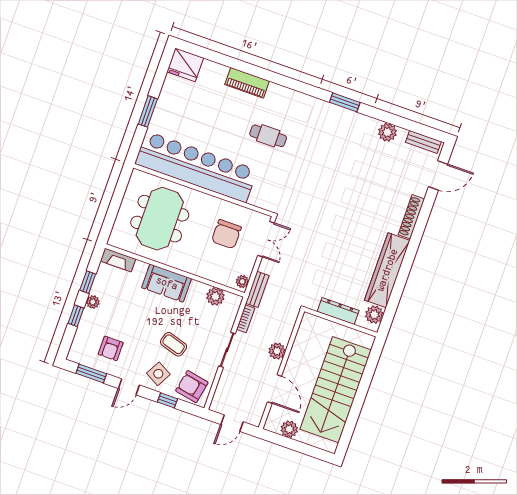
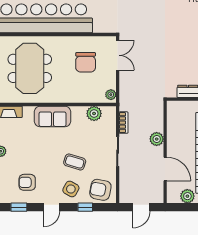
bench: (257, 289) -> (125, 97), removed
armchair: (111, 348) -> (27, 182), turned 90
window: (91, 374) -> (19, 207), width x0.67

